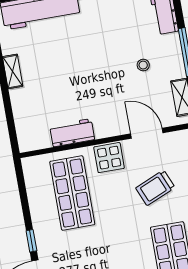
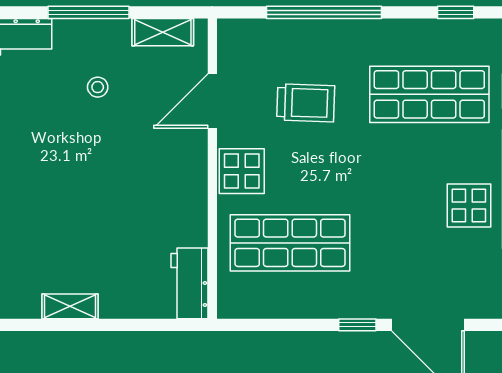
workbench: (72, 133) -> (190, 283), moved
trolley: (155, 188) -> (306, 103), turned -65

